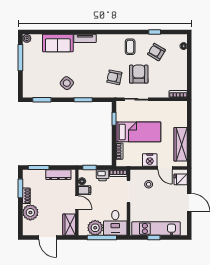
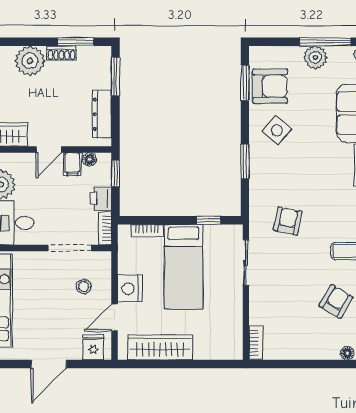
plant: (29, 63) -> (315, 57), added
armchair: (139, 74) -> (270, 86), moved

